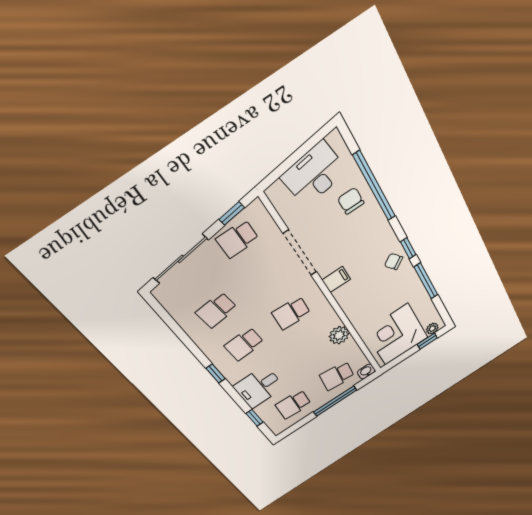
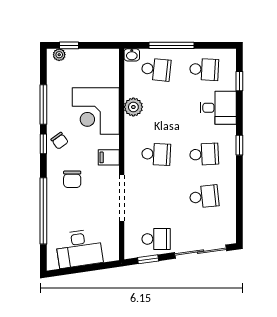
chair: (351, 201) -> (72, 179), moved
corner desk: (397, 335) -> (96, 111), moved, turned 90

